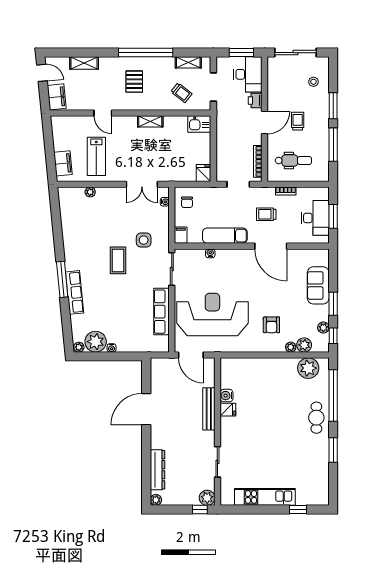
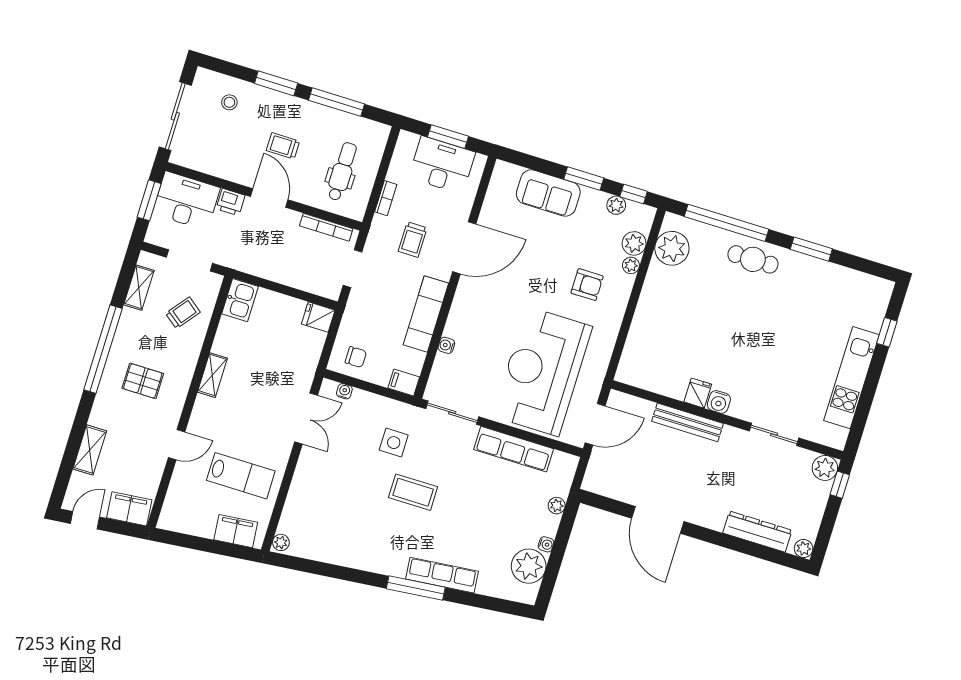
plant: (90, 192) -> (281, 542), moved
plant: (79, 347) -> (557, 506), moved
water cooler: (227, 396) -> (719, 402), moved

